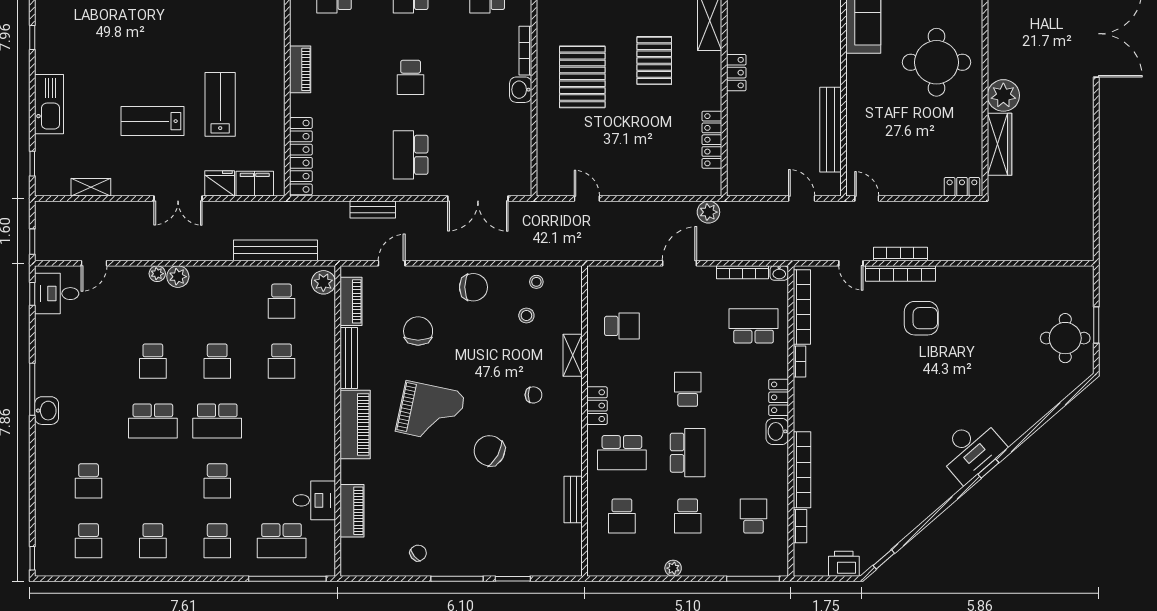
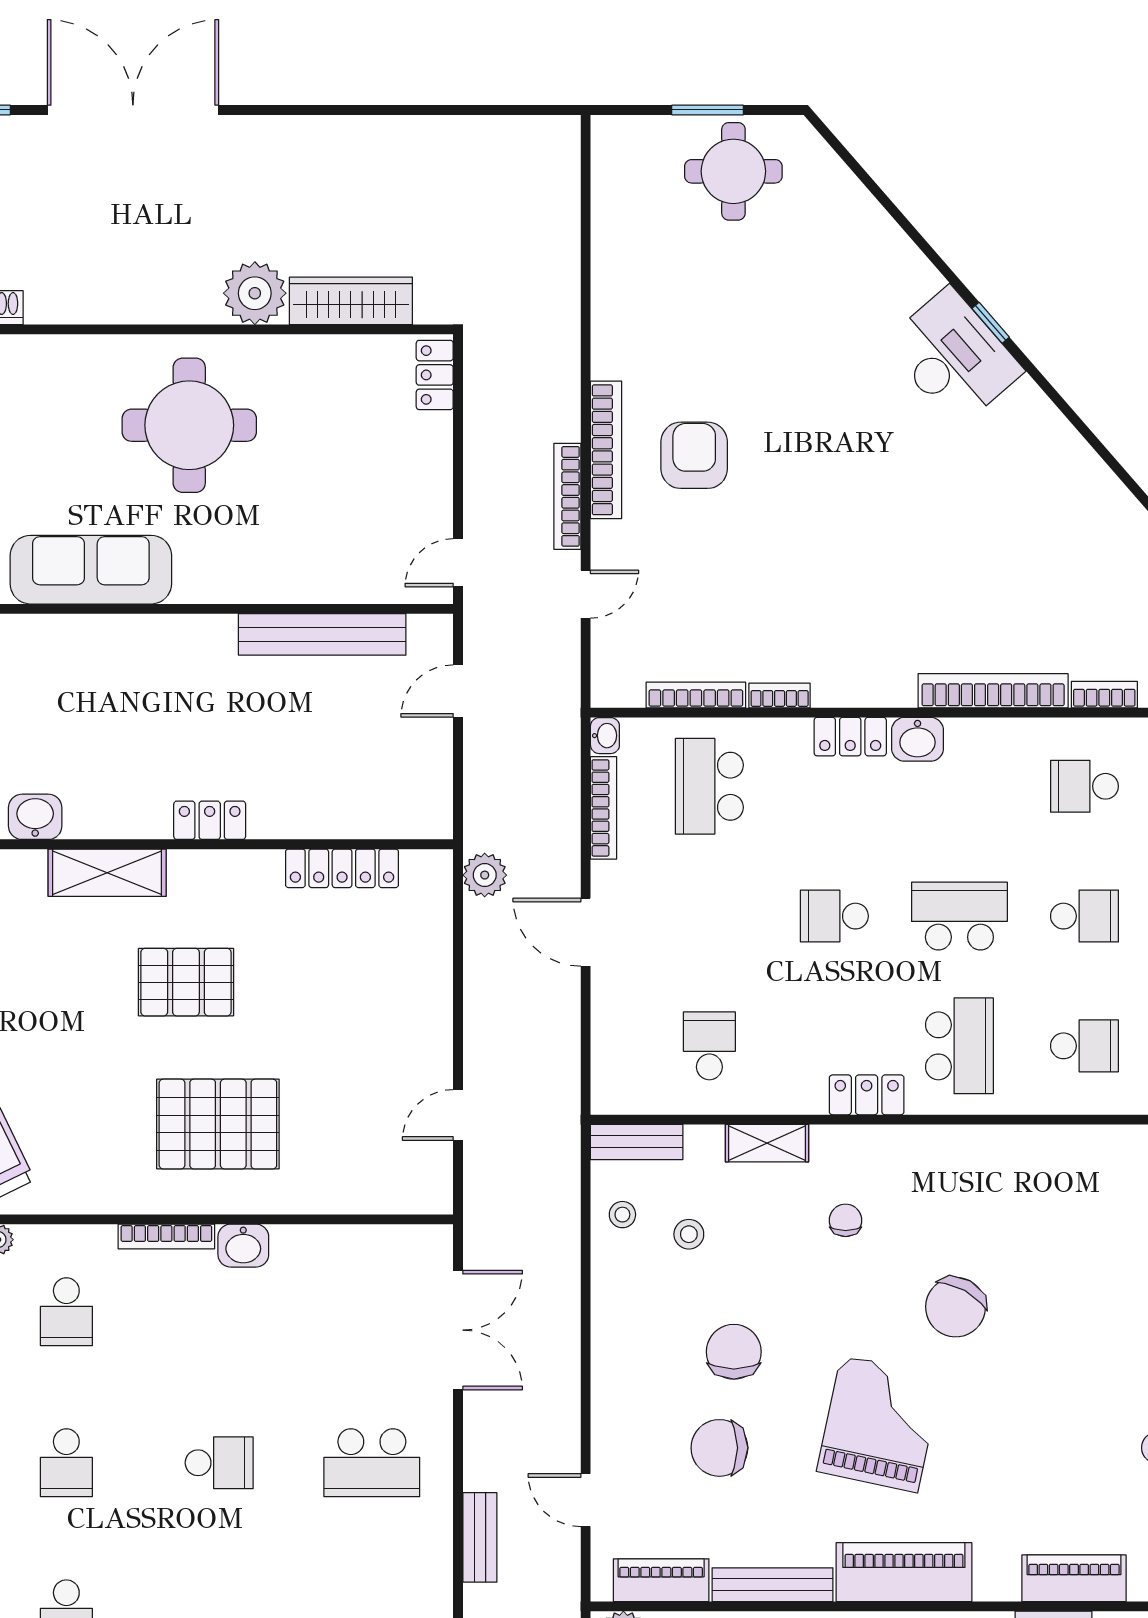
bookcase: (900, 274) -> (606, 450), moved
chair: (473, 287) -> (734, 1352), moved
bookcase: (802, 307) -> (696, 695), width x0.68, depth x0.76
bench: (573, 500) -> (637, 1142), moved

